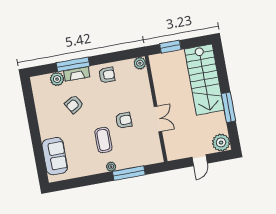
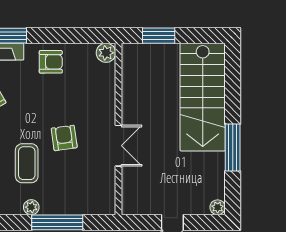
armchair: (124, 120) -> (64, 138), turned -98
plant: (221, 142) -> (218, 207), width x0.53, depth x0.53

